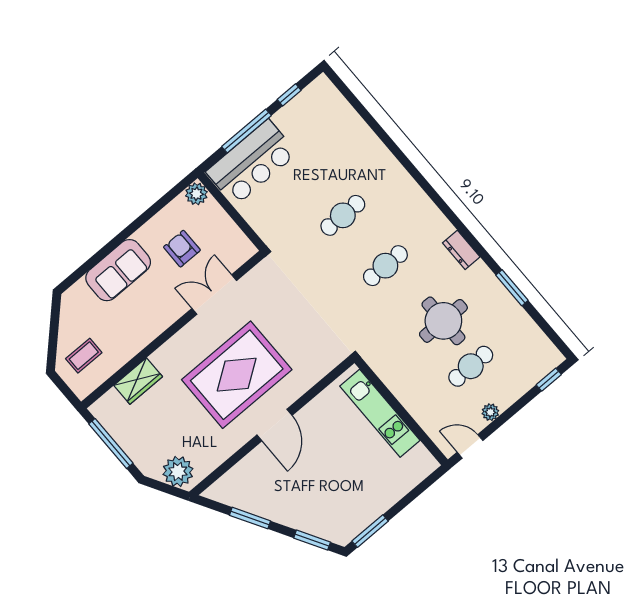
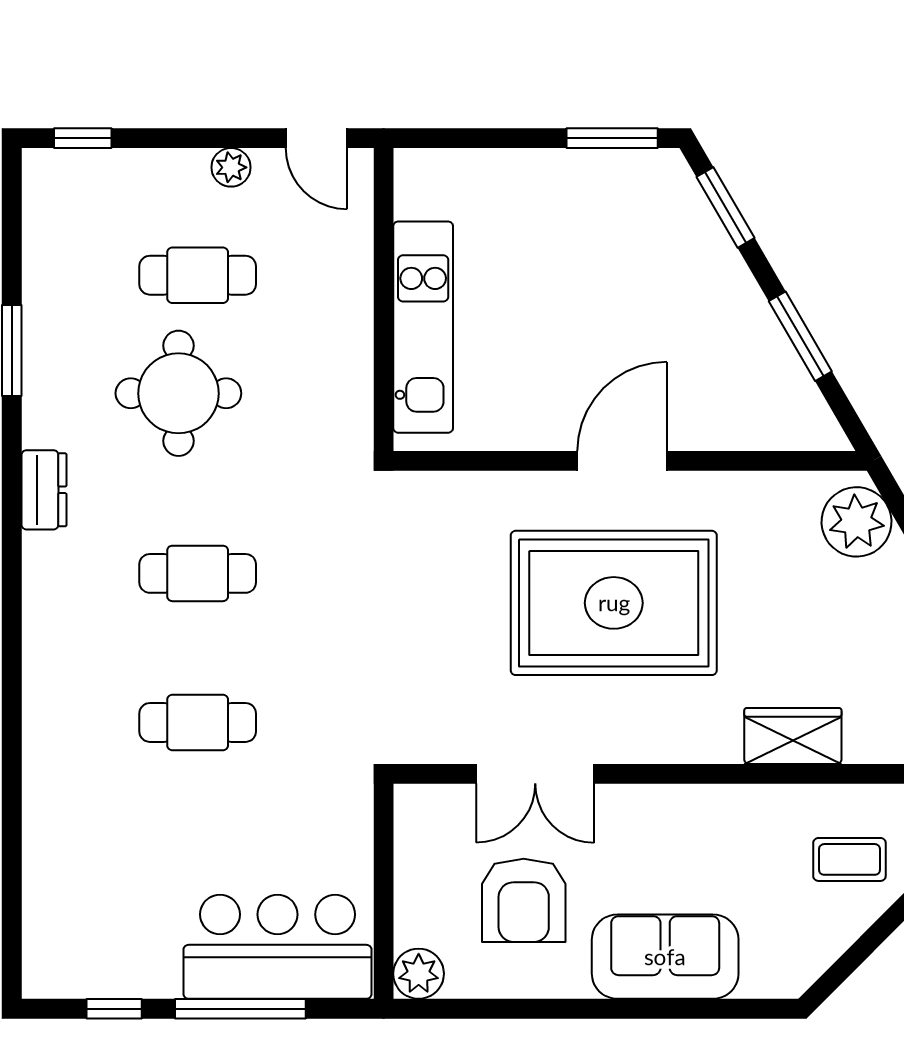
armchair: (182, 249) -> (524, 900), width x1.38, depth x1.38

